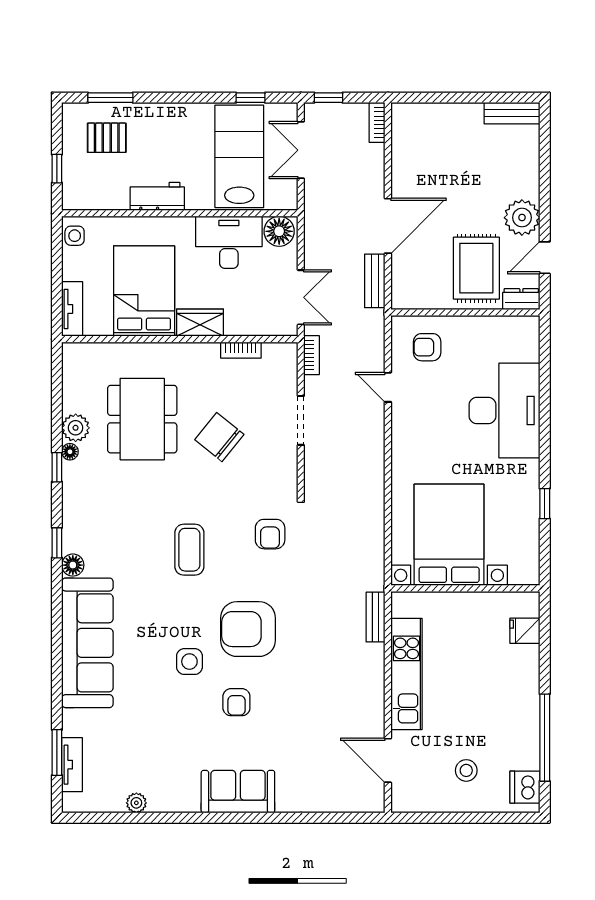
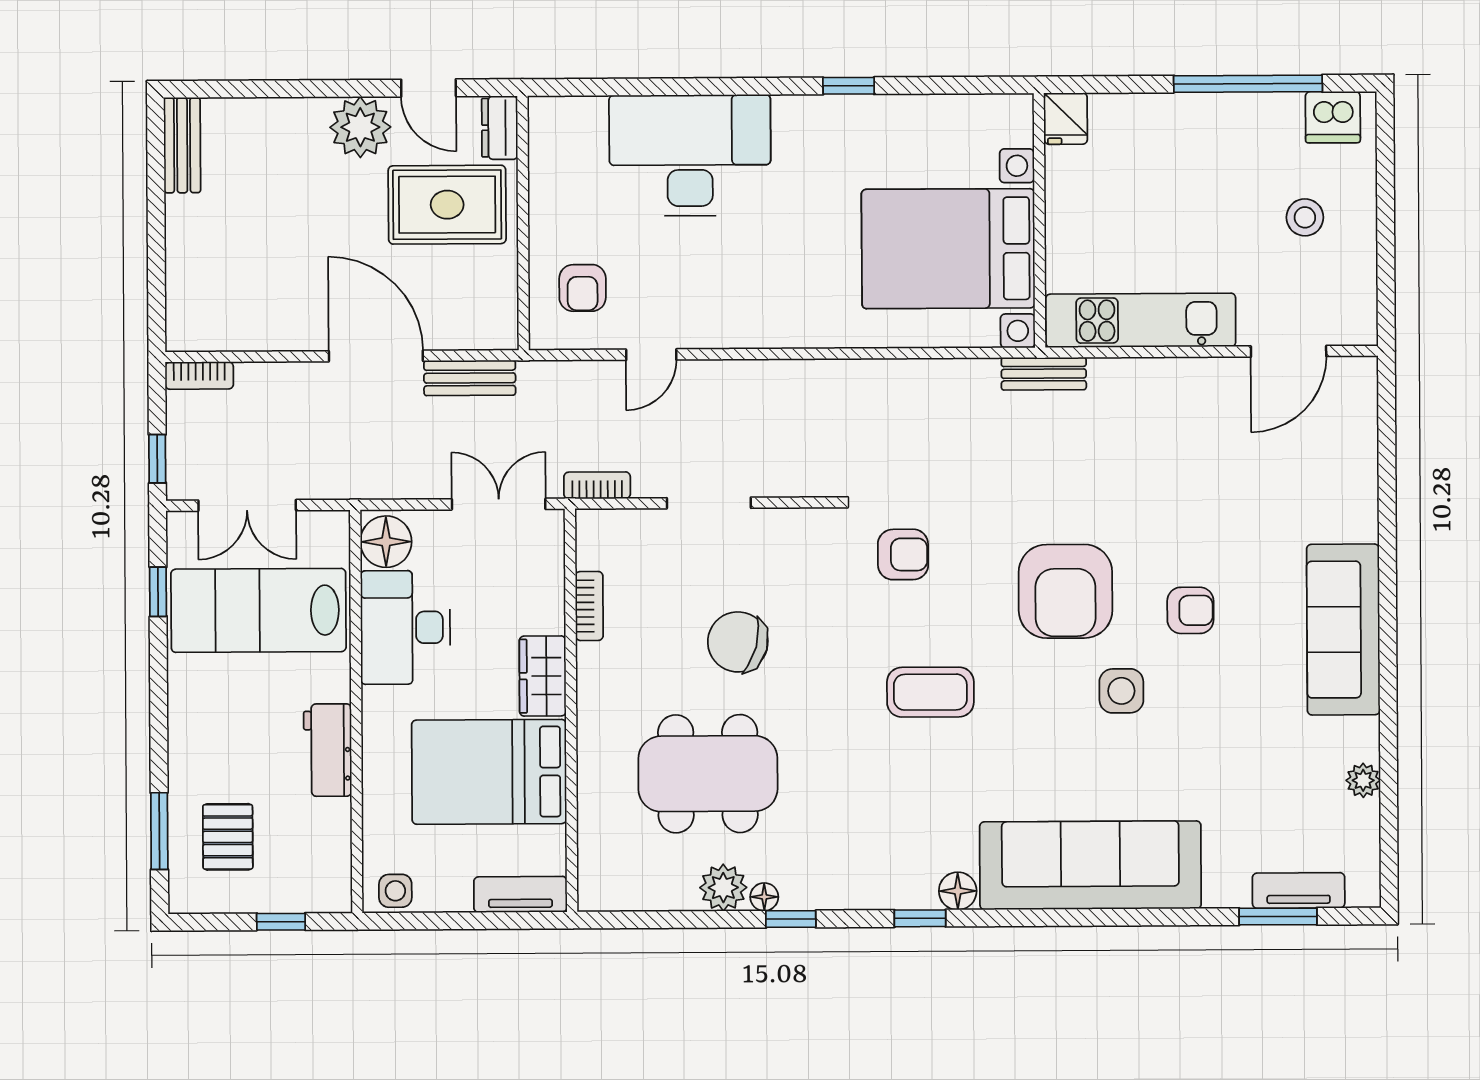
chair: (219, 437) -> (738, 642), turned 66
bed with nightstands: (449, 535) -> (948, 249), moved
wall: (465, 588) -> (1039, 220), moved
sofa: (238, 792) -> (1343, 630), width x1.36

